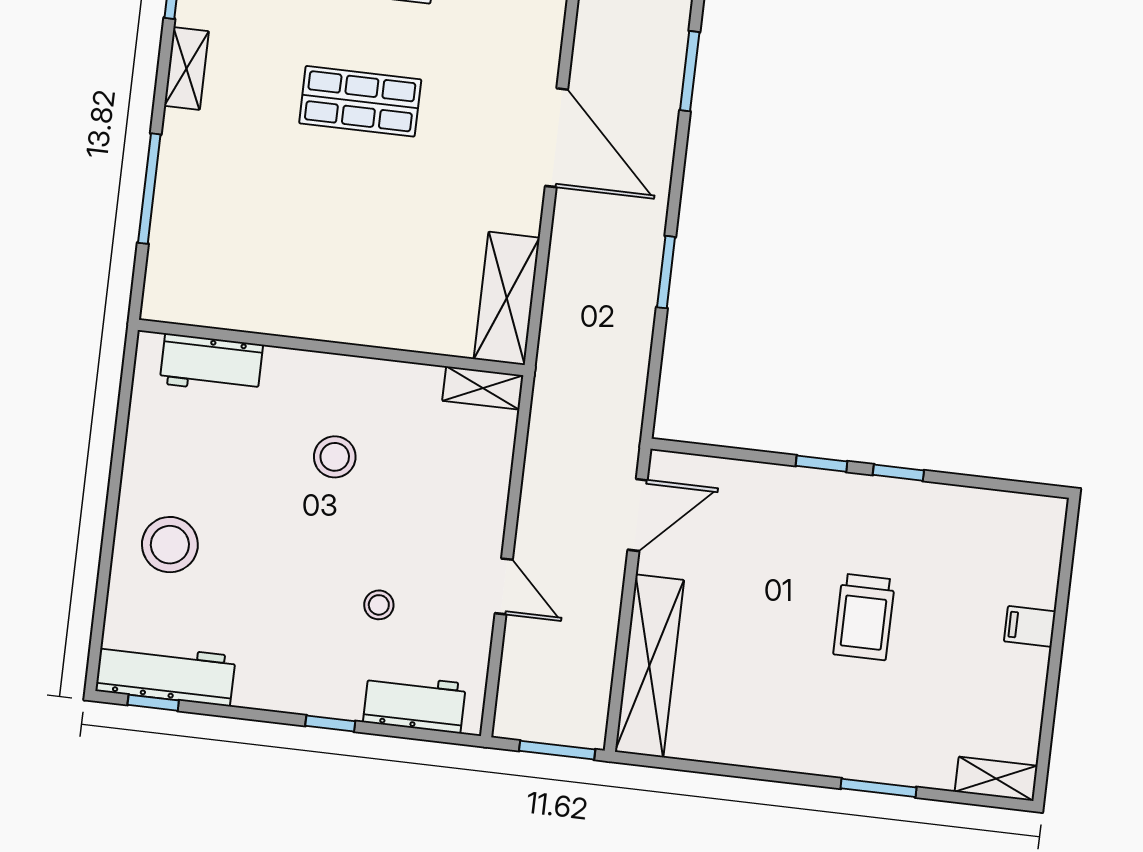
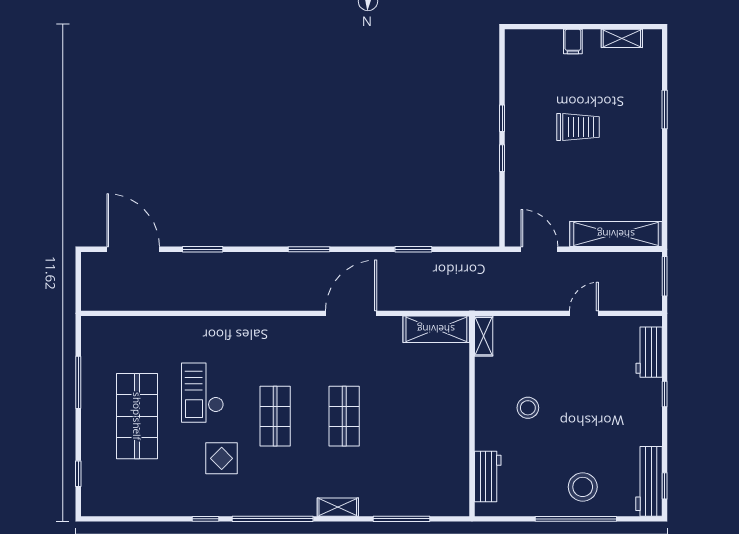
window: (110, 524) -> (576, 519), added
stool: (379, 605) -> (601, 376), removed
shelving: (996, 779) -> (622, 38), moved, turned 90

